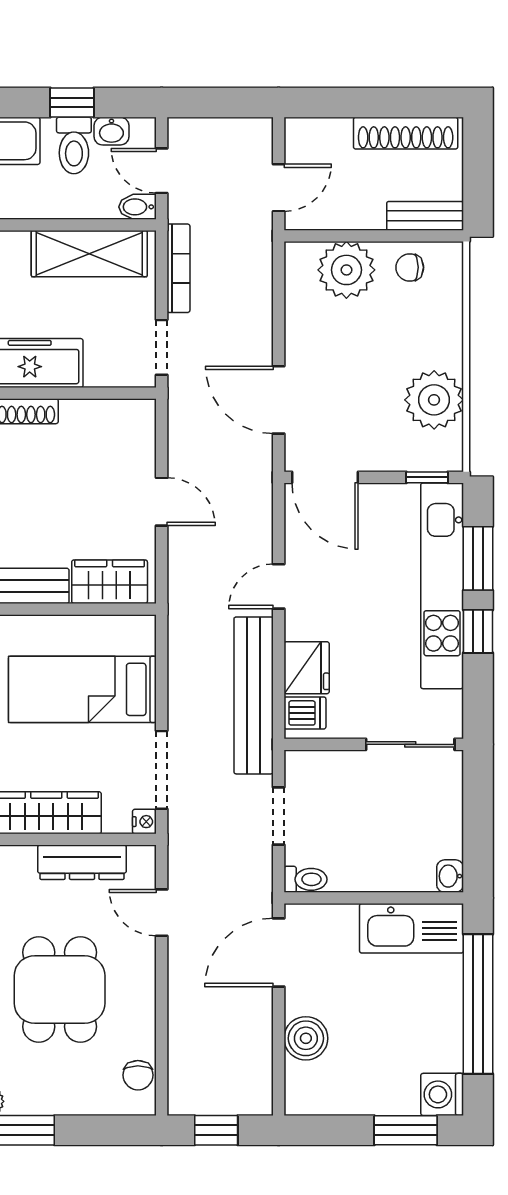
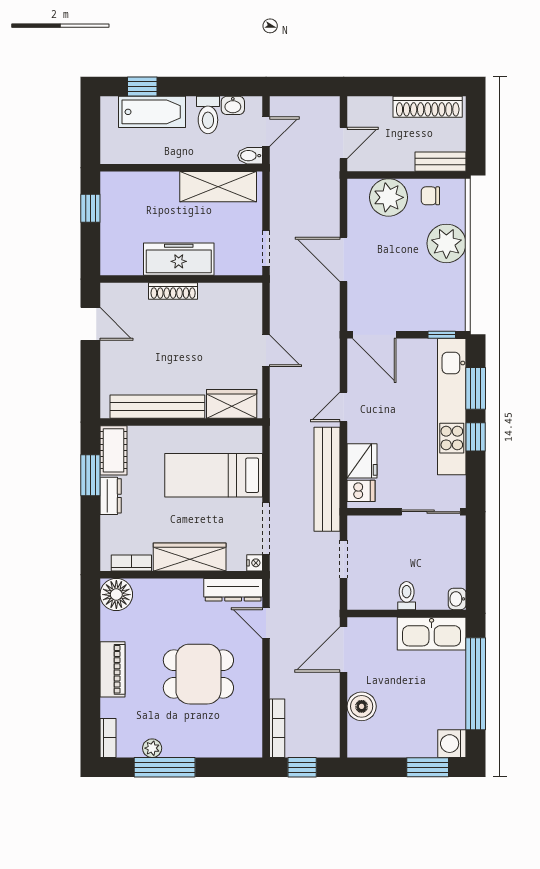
window: (72, 102) -> (207, 86), removed
door: (162, 171) -> (266, 132), swing flipped
bookcase: (178, 268) -> (277, 728), moved
door: (279, 400) -> (344, 259), moved
plant: (434, 400) -> (446, 243), moved
dresser: (82, 862) -> (233, 590), moved
toilet: (306, 879) -> (407, 596), moved, turned -90
dining table: (60, 989) -> (198, 674), turned 90
chair: (138, 1075) -> (250, 731), removed

